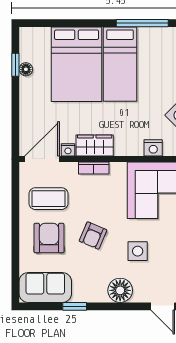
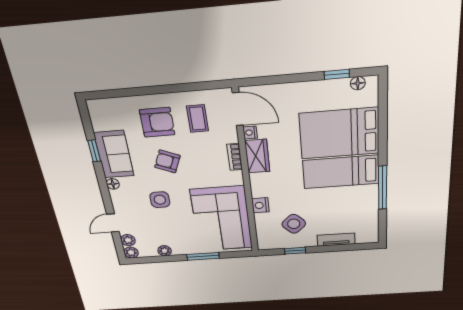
floor lamp: (26, 69) -> (358, 83), moved
coffee table: (48, 199) -> (197, 119), width x0.73, depth x0.77
sofa: (45, 288) -> (114, 154), moved
floor lamp: (120, 290) -> (113, 184), width x0.53, depth x0.53

